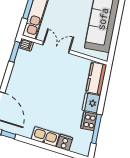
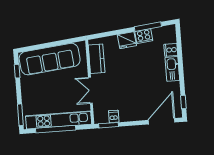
dishwasher: (26, 45) -> (114, 116), moved
kitchen counter: (96, 78) -> (97, 59), moved, turned -84

